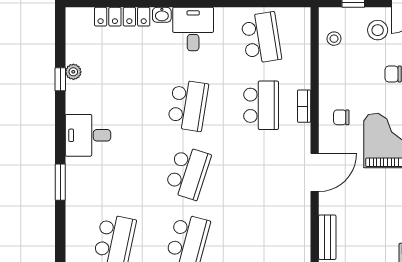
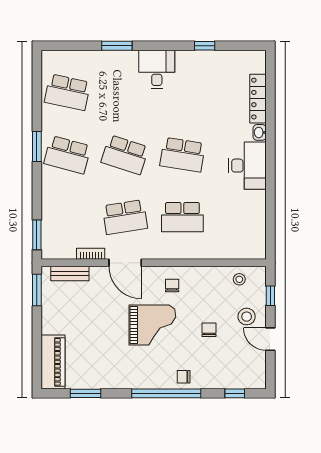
desk: (193, 29) -> (247, 166), width x1.37
school desk: (261, 38) -> (125, 217), moved
plant: (73, 72) -> (211, 57), removed
bookcase: (304, 106) -> (91, 254), moved

